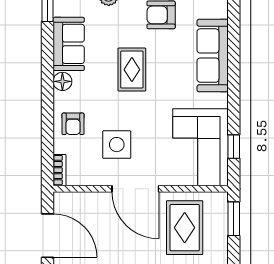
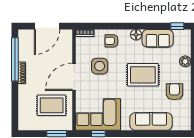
rug: (132, 70) -> (143, 75), width x1.36, depth x1.43

